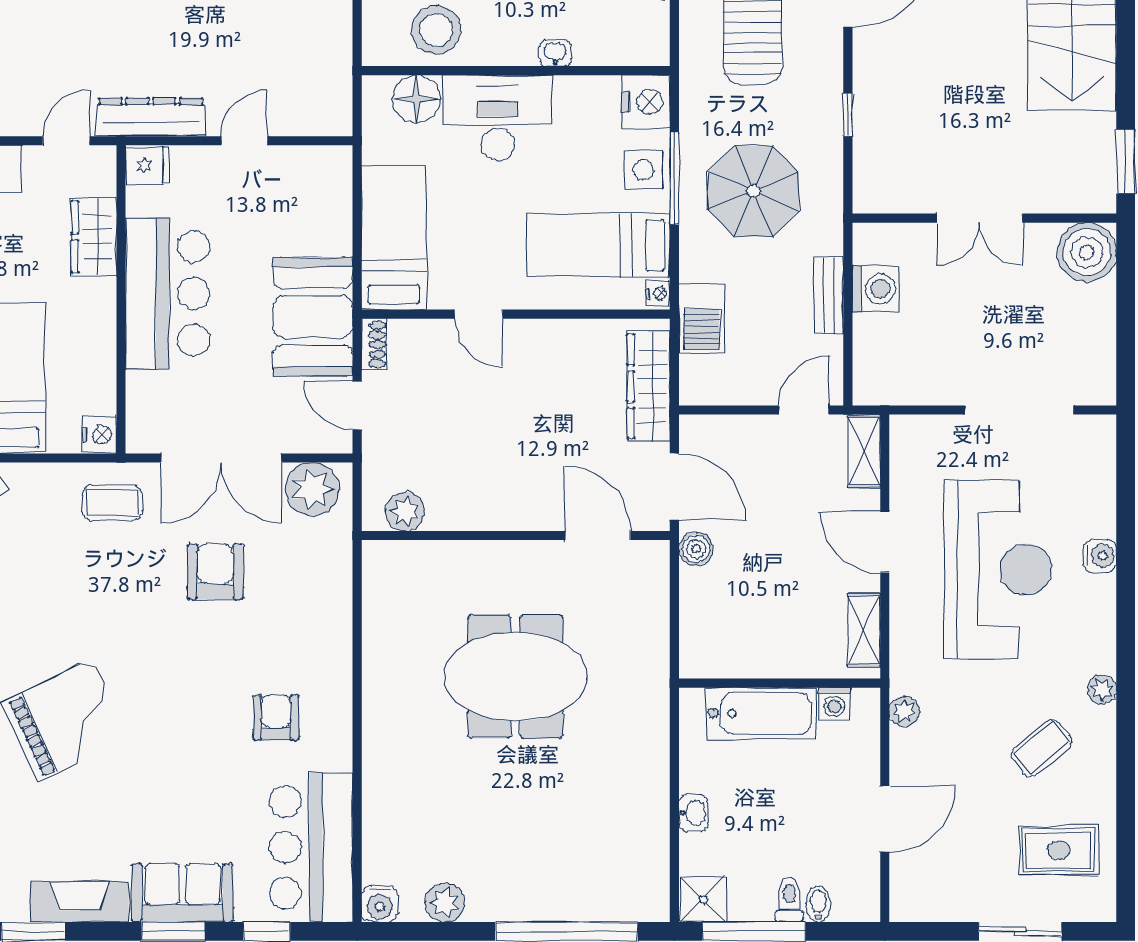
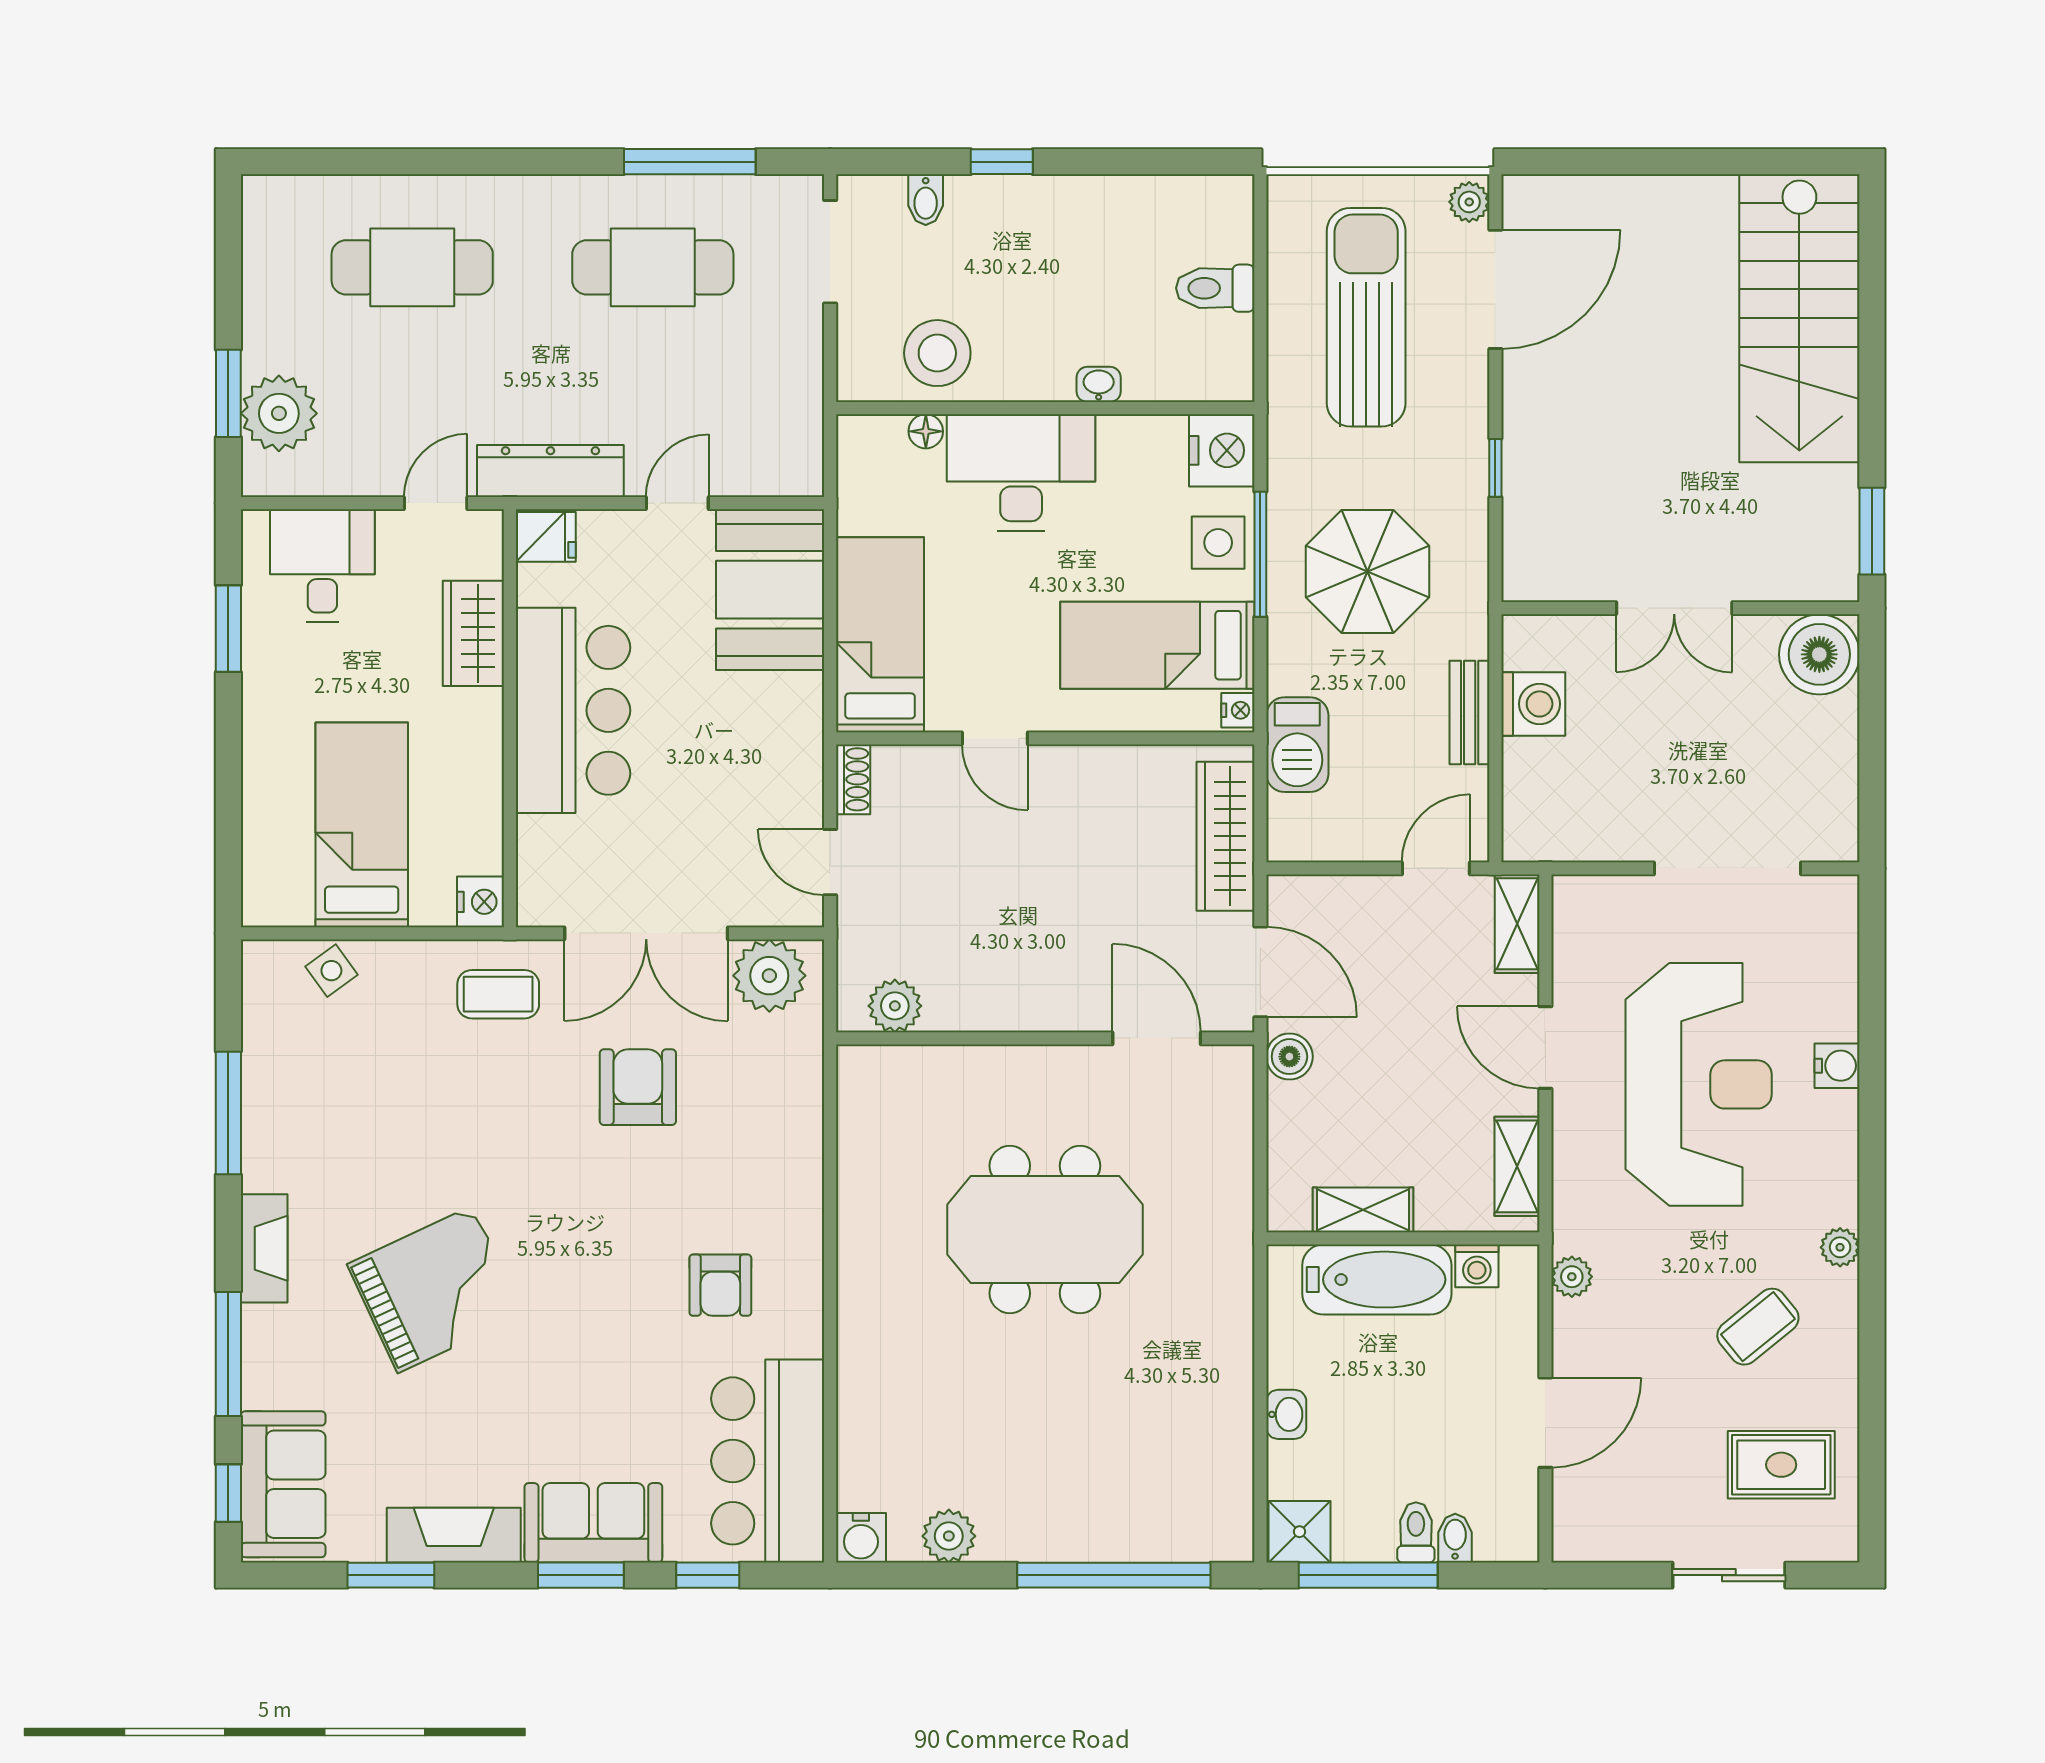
floor lamp: (416, 99) -> (926, 431), width x0.53, depth x0.53
booth: (313, 317) -> (770, 590), moved
shelving: (750, 662) -> (1363, 1210), added
armchair: (276, 718) -> (720, 1285), turned 180

